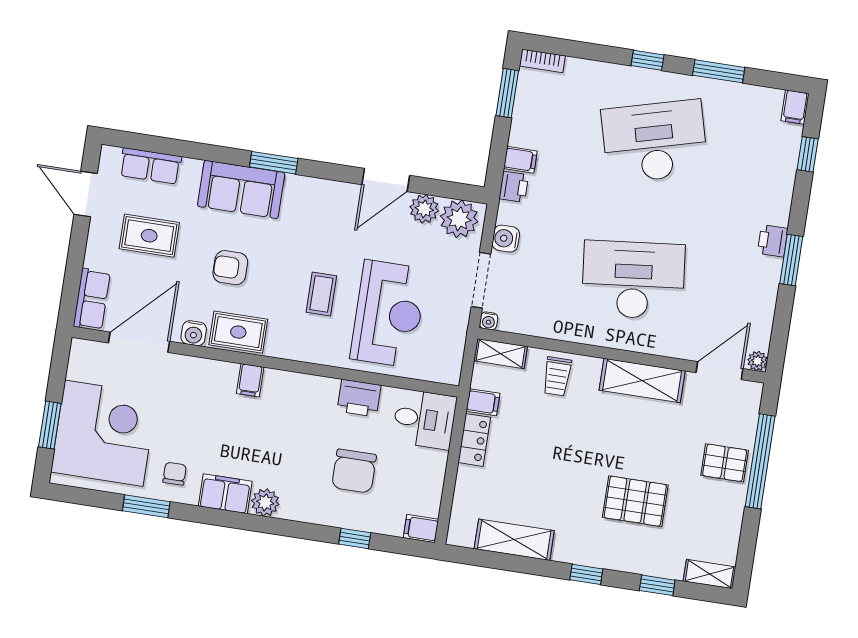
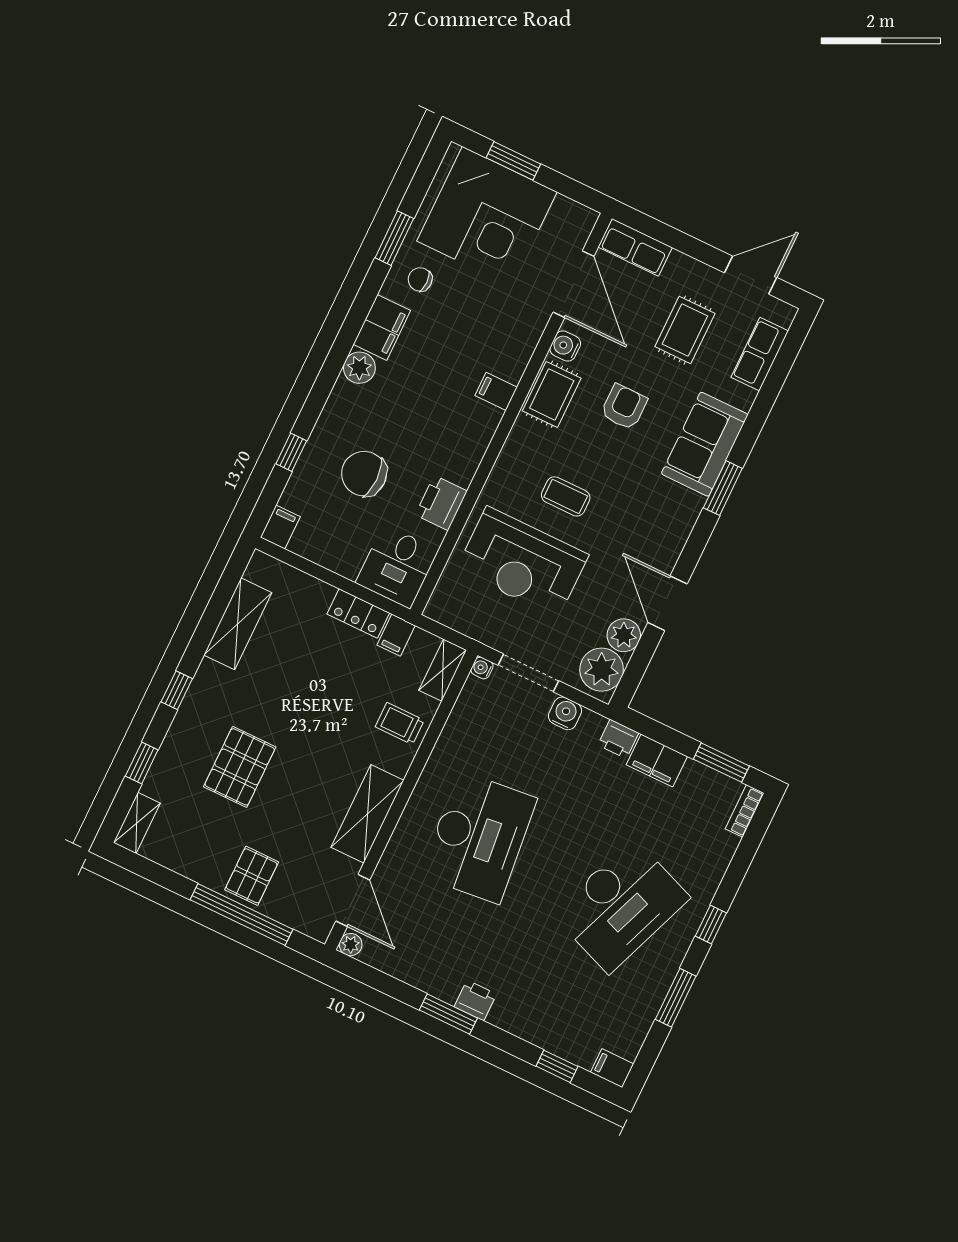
desk: (655, 141) -> (621, 906), turned 36
filing cabinet: (520, 160) -> (657, 761), width x2.00
chair: (175, 474) -> (420, 279), turned 180

